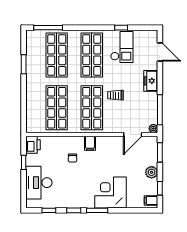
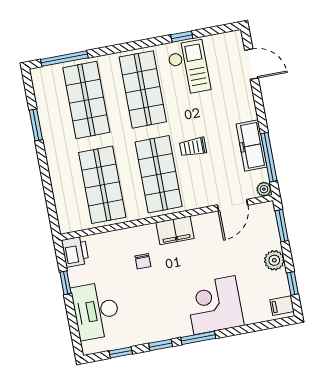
freezer: (151, 81) -> (252, 146), moved, width x1.40
filing cabinet: (90, 143) -> (175, 230), width x2.00

